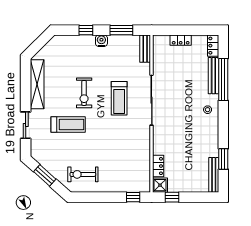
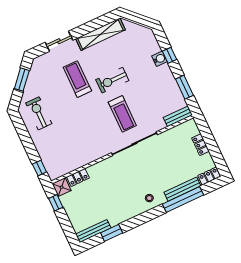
water cooler: (101, 41) -> (160, 59), moved
treadmill: (119, 98) -> (122, 114), turned -90
treadmill: (68, 124) -> (77, 79), turned 180

